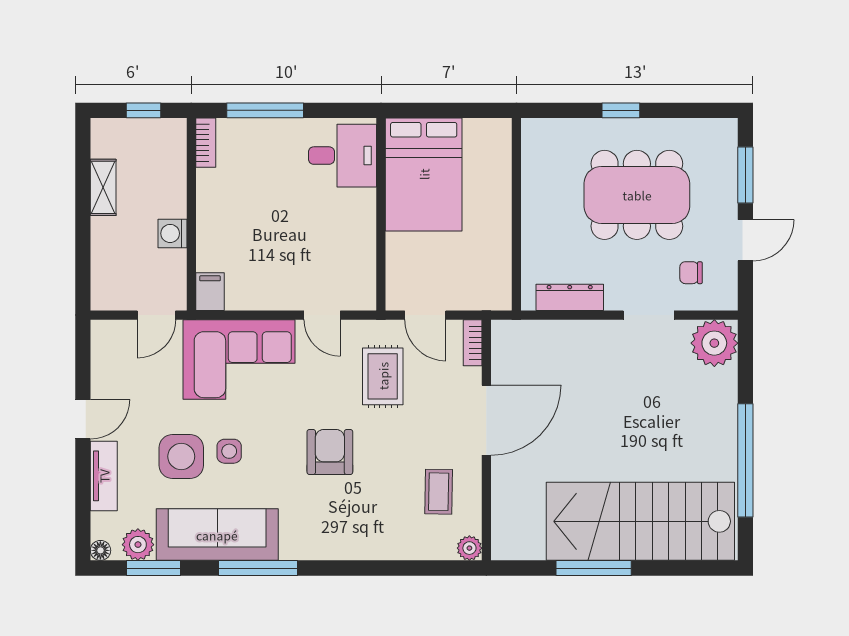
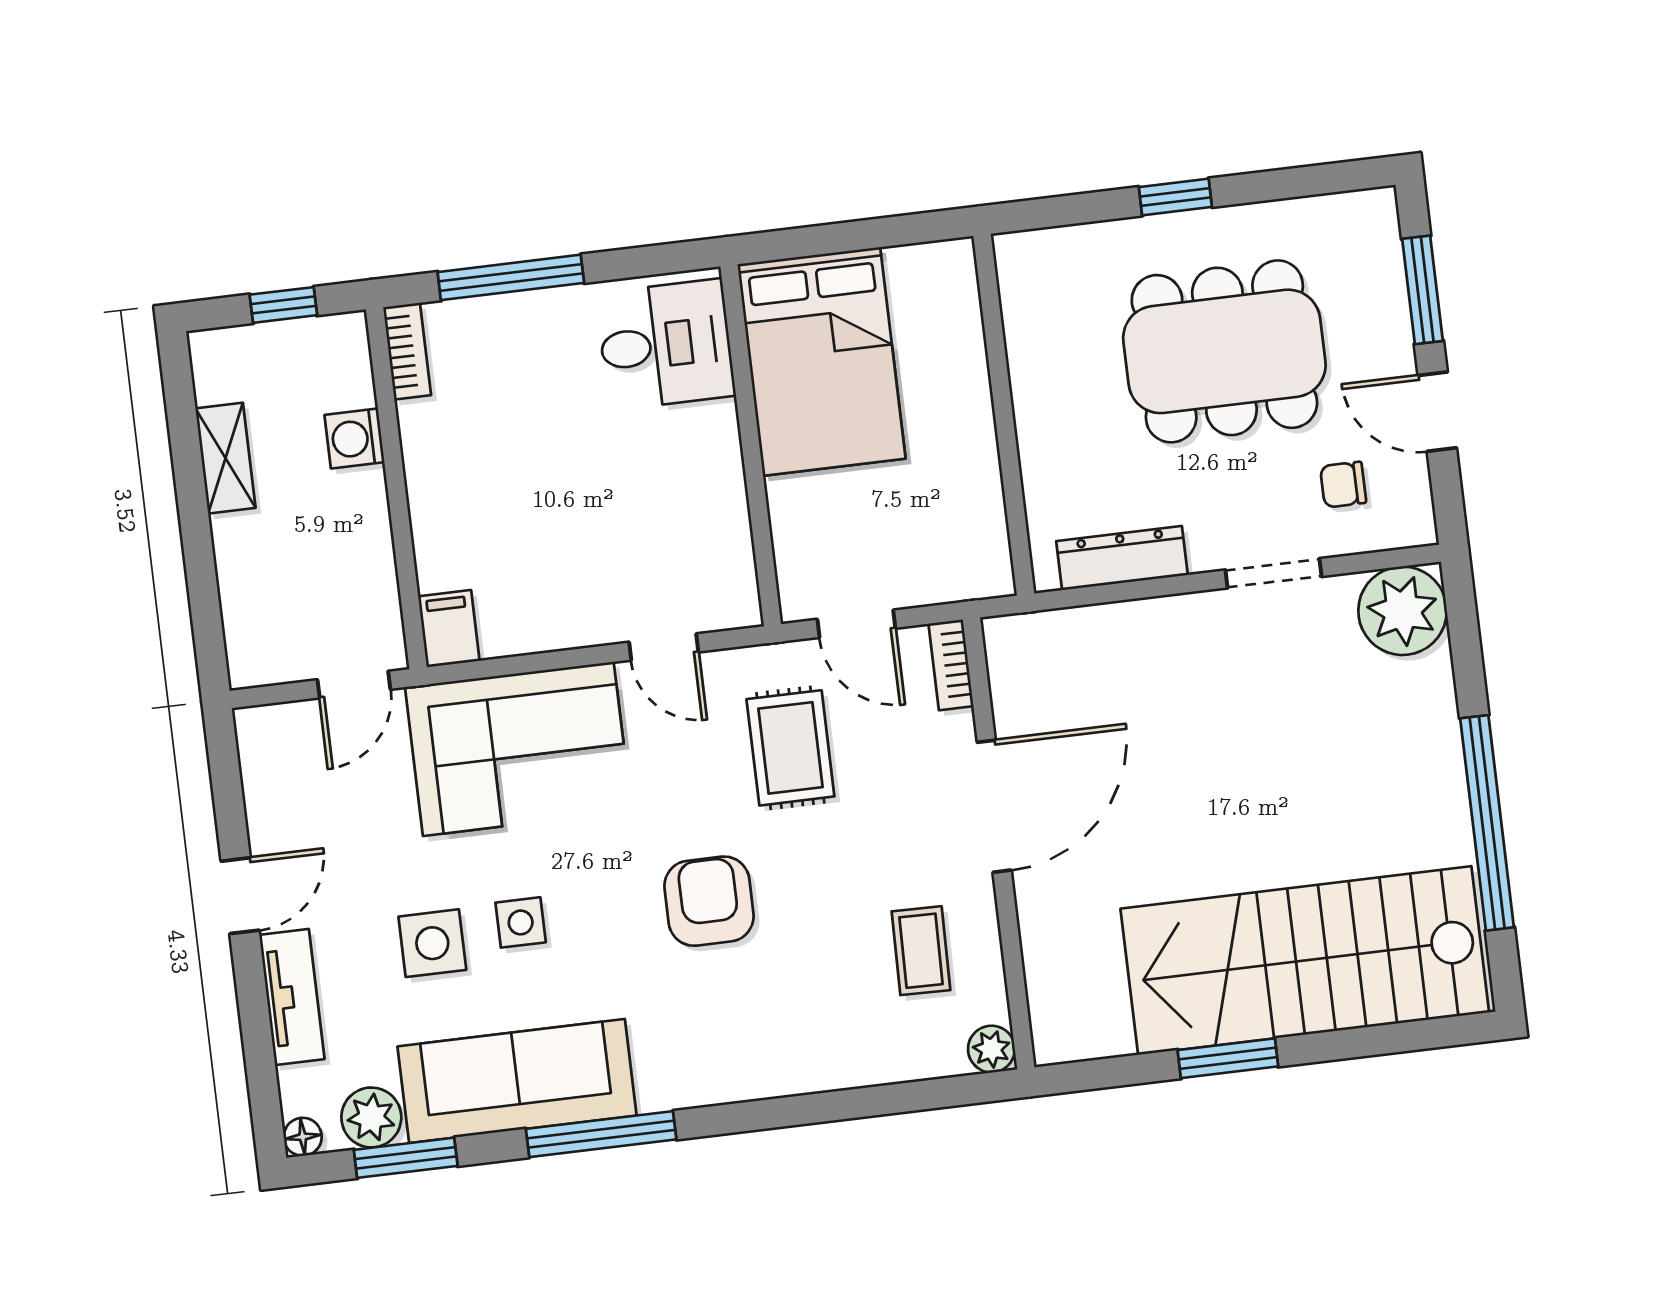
washing machine: (172, 233) -> (354, 439), moved
door: (745, 240) -> (1437, 412), swing flipped
side table: (181, 456) -> (432, 943), width x0.73, depth x0.73
window: (594, 568) -> (1228, 1058), width x0.69

